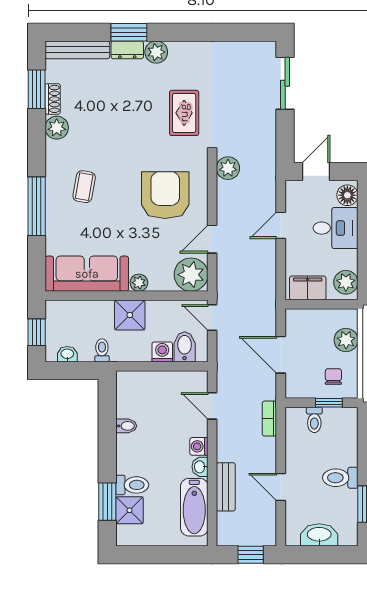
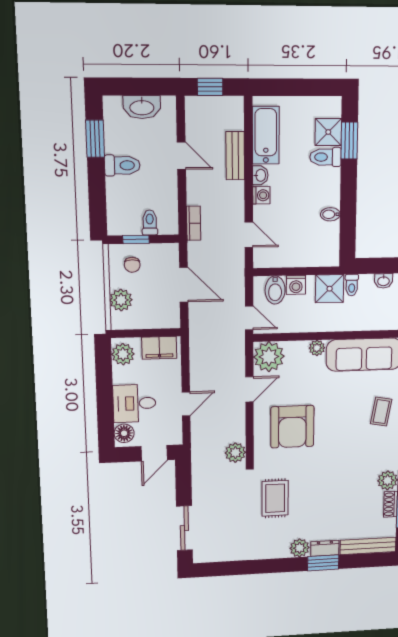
coffee table: (84, 187) -> (381, 412), moved
shower: (130, 315) -> (330, 289), moved

